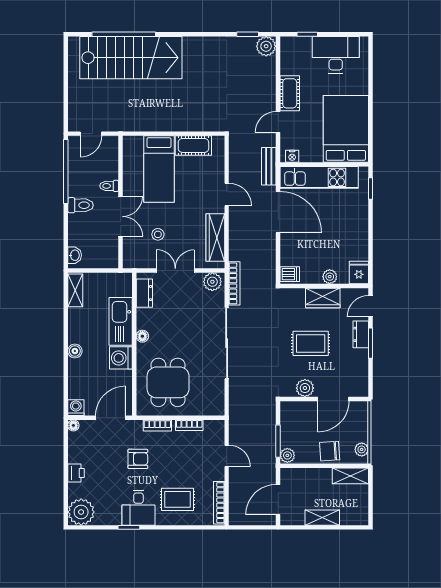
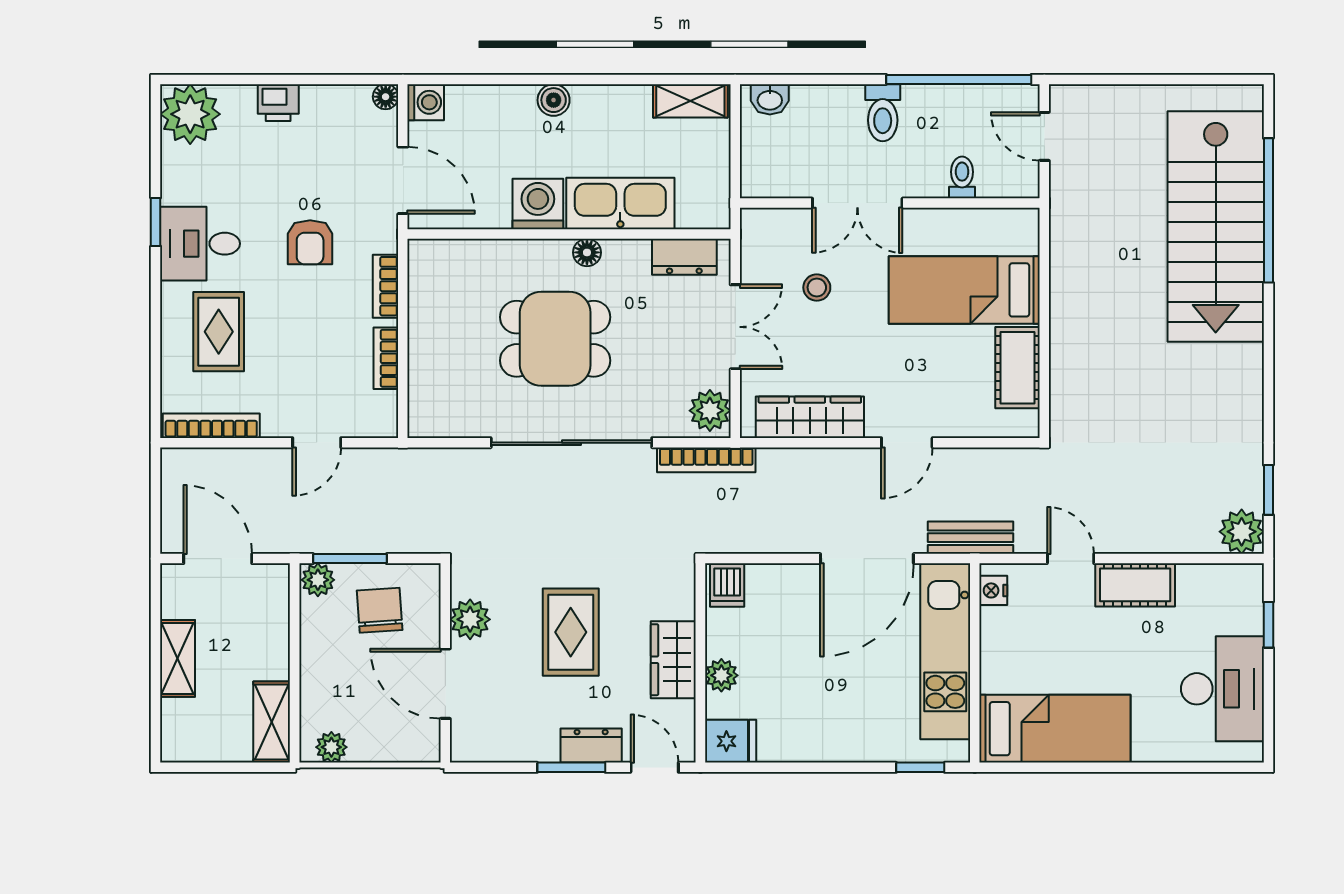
bed: (346, 129) -> (1055, 729), width x0.67
toilet: (109, 186) -> (962, 177), moved
dining table: (168, 382) -> (555, 339), moved
chair: (330, 451) -> (380, 610), moved

